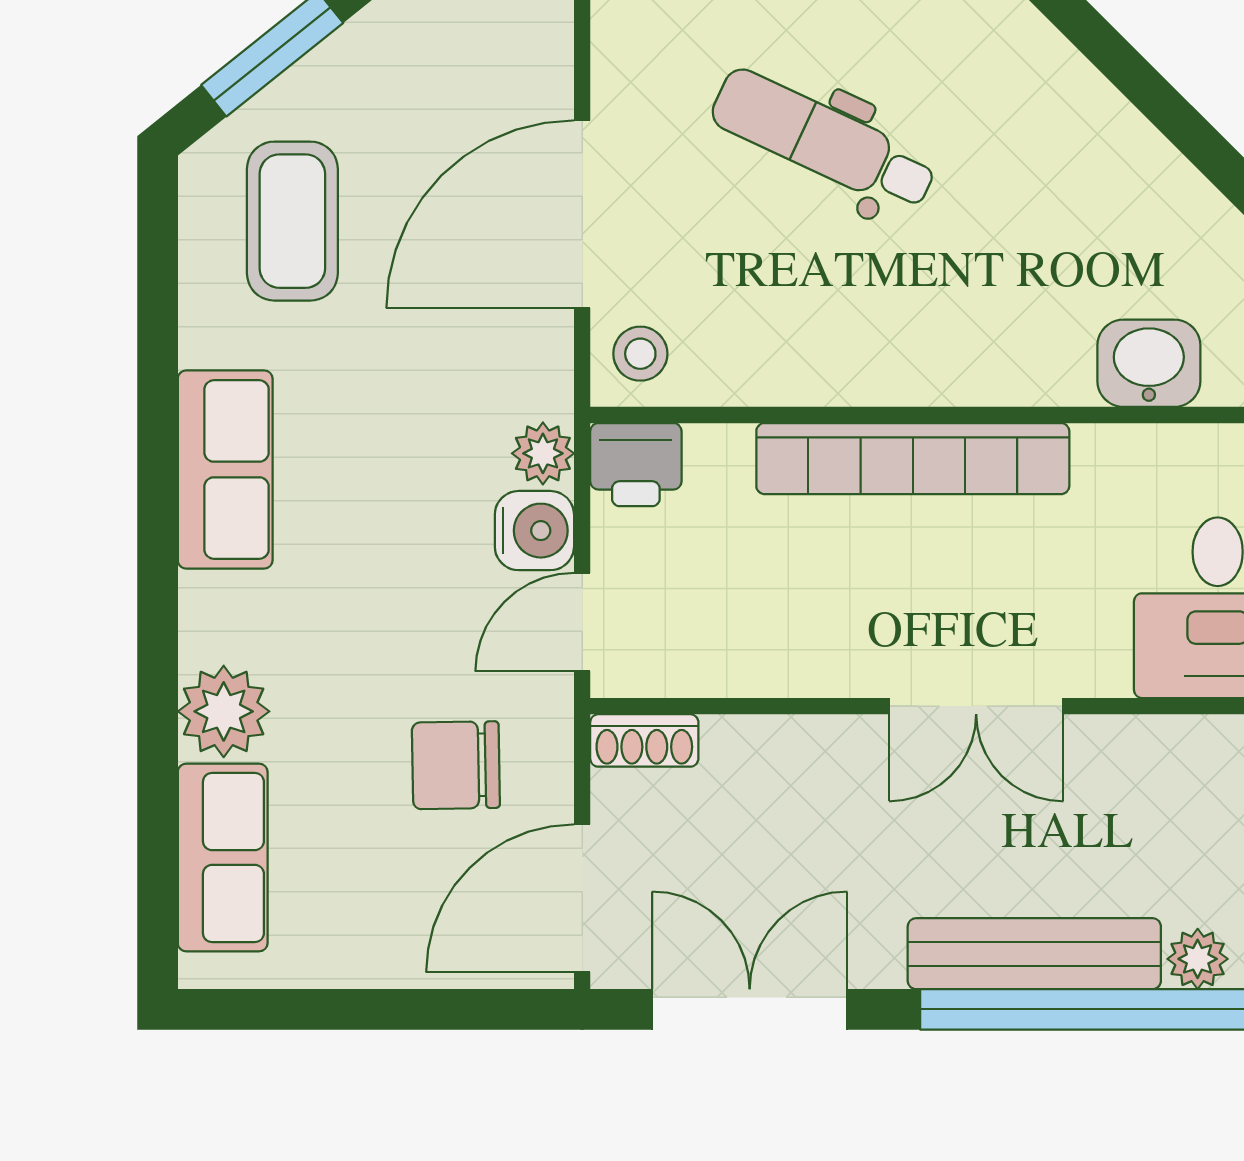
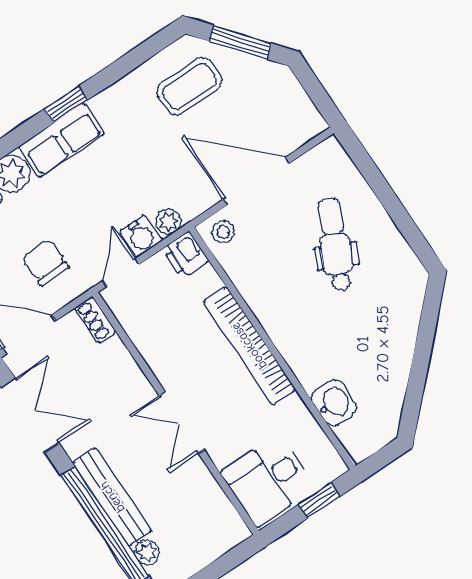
row of seats: (225, 470) -> (62, 140), moved
window: (158, 500) -> (66, 104), added
door: (582, 622) -> (121, 273), hinge flipped

